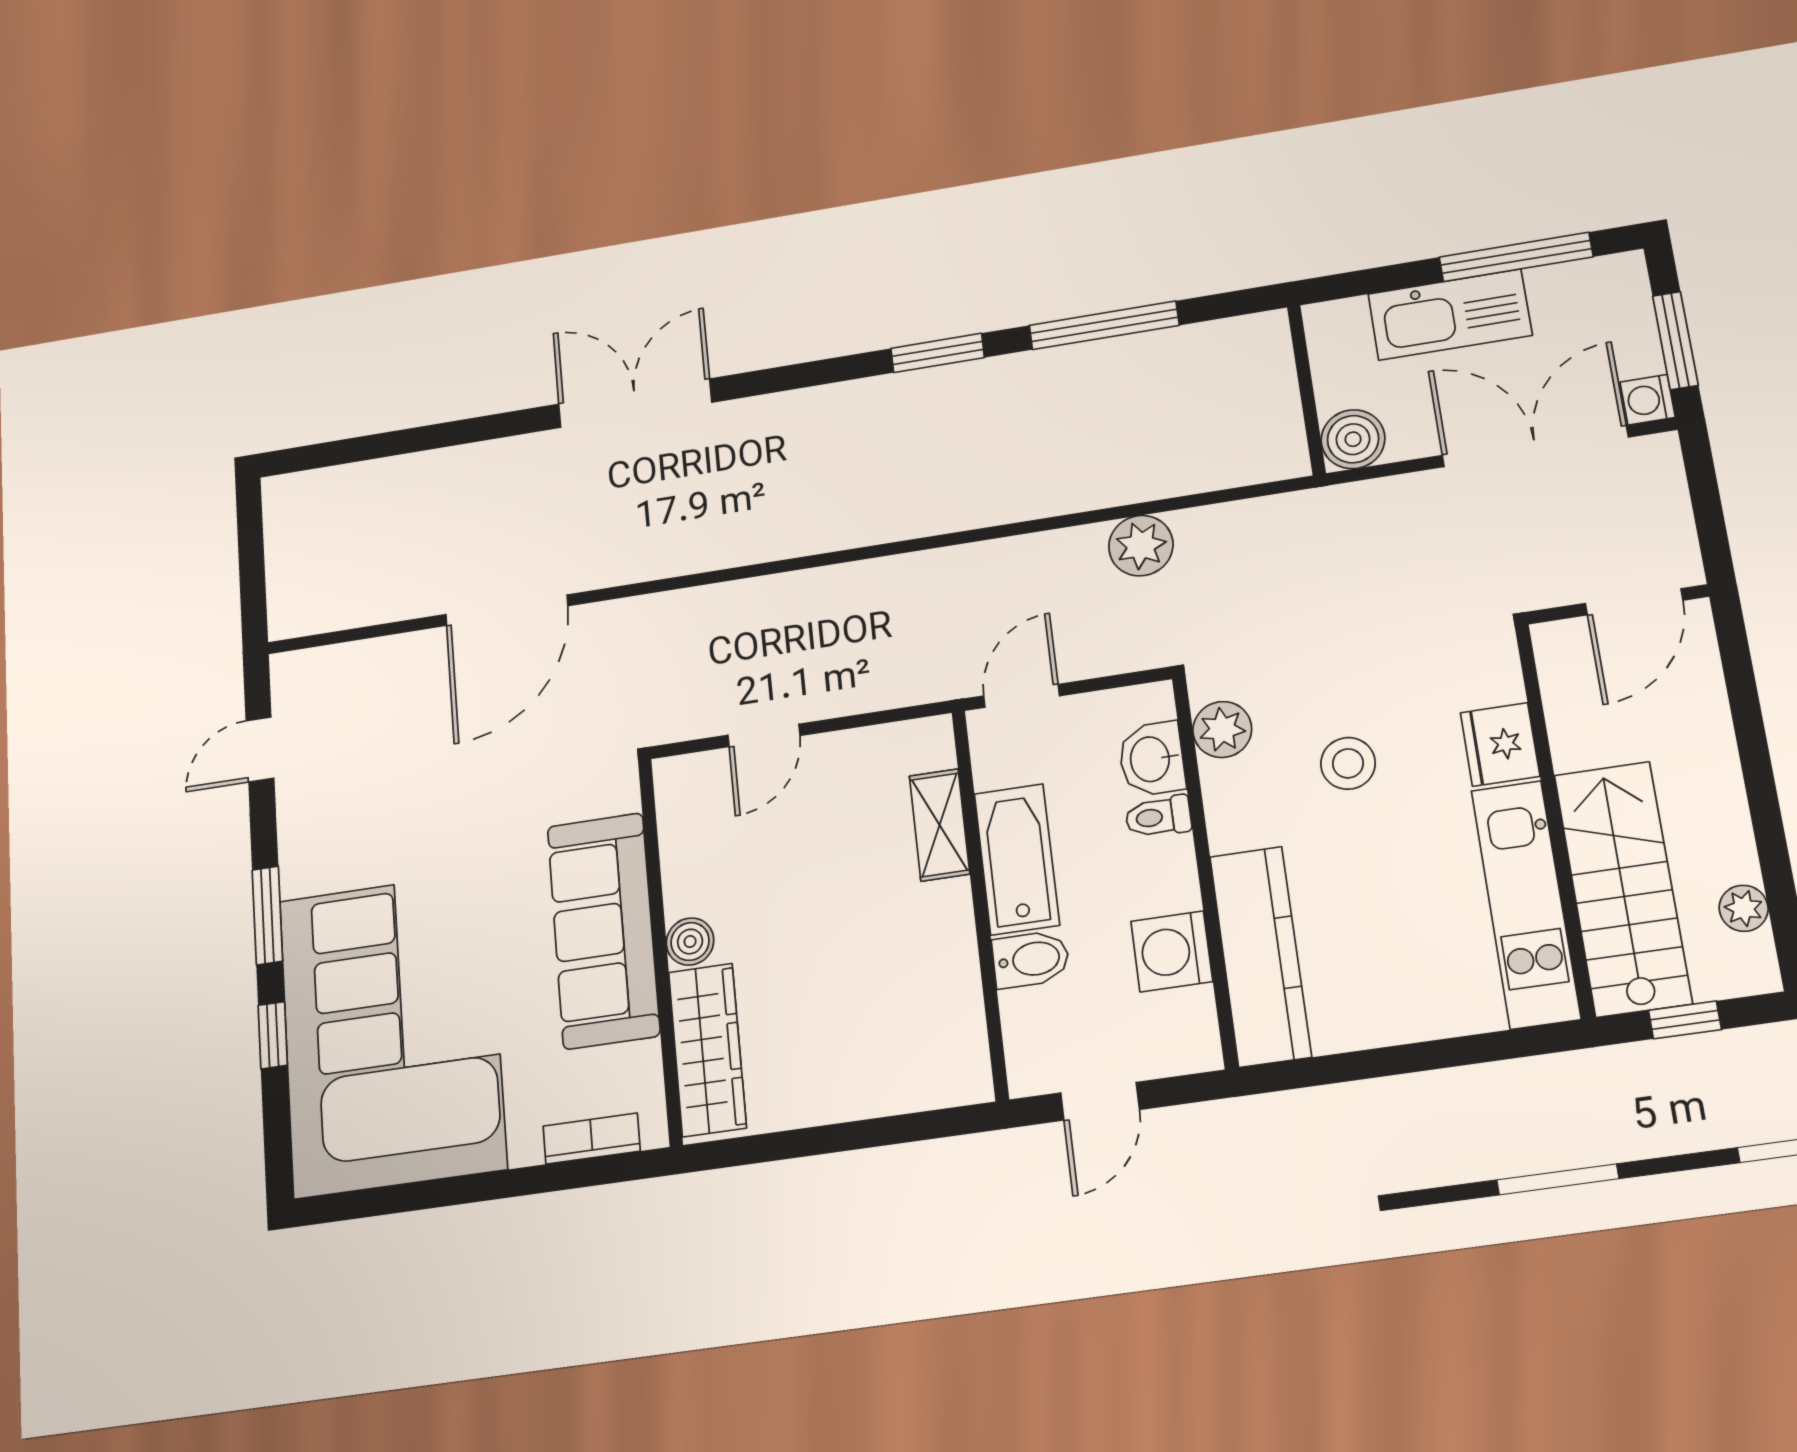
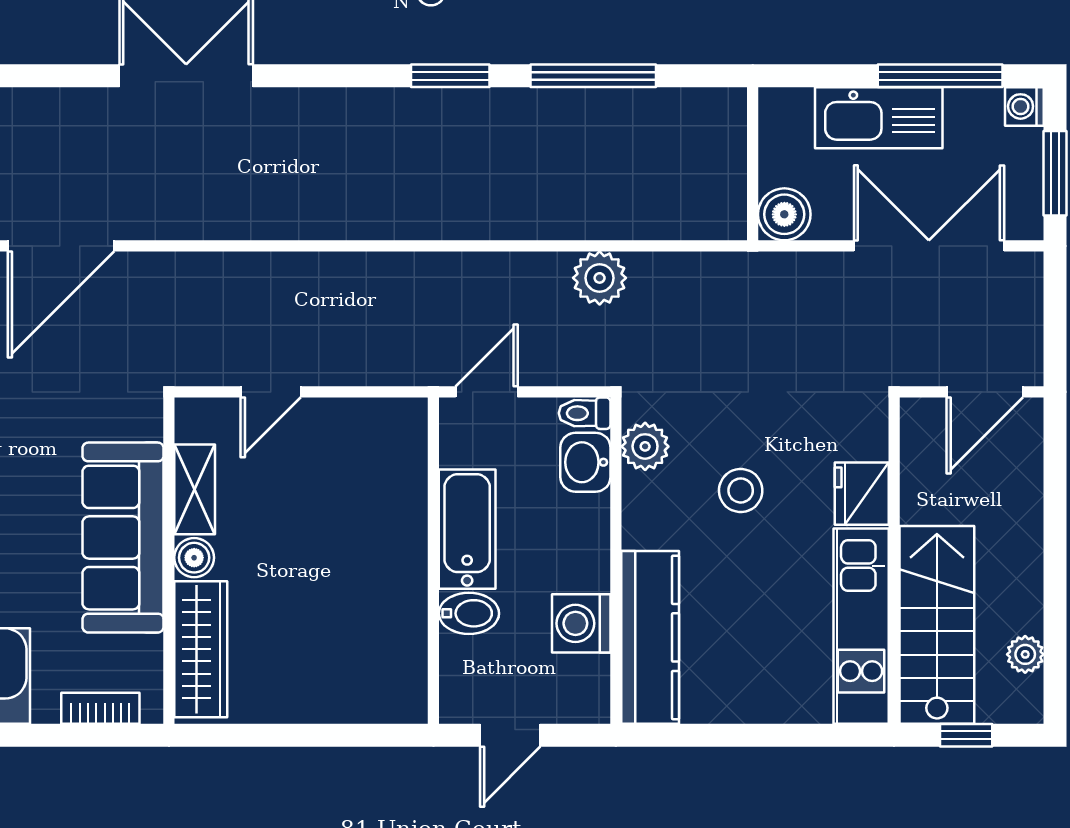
washing machine: (1648, 400) -> (1024, 106), moved
toilet: (1158, 817) -> (585, 413), moved
shelving: (940, 825) -> (195, 489), moved

